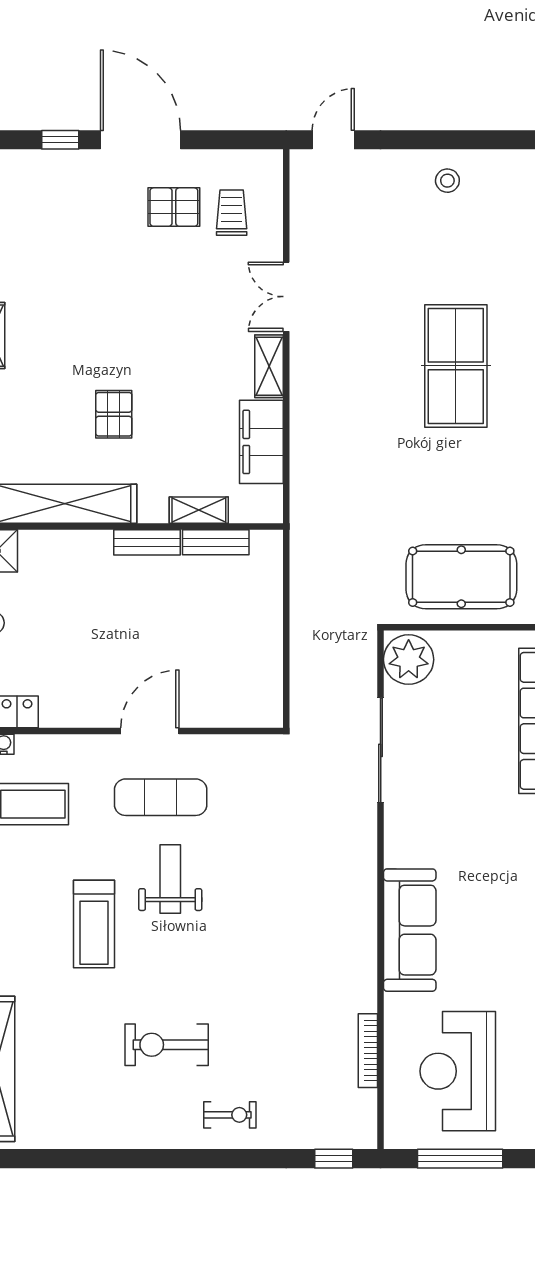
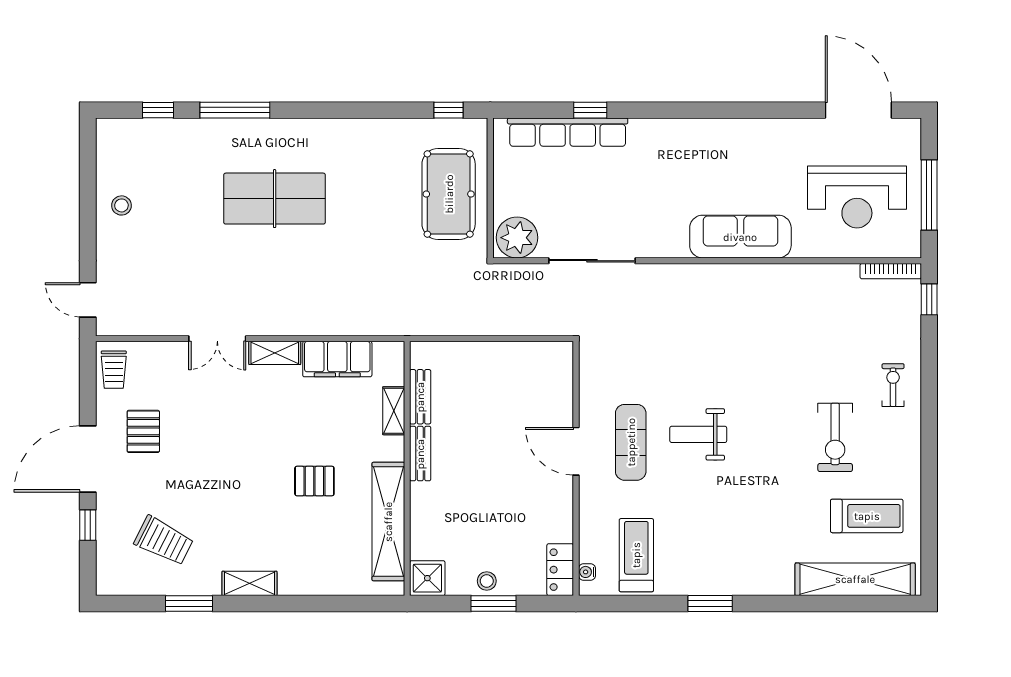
trolley: (232, 213) -> (114, 370), moved, turned -90
trolley: (41, 232) -> (164, 541), added
treadmill: (94, 924) -> (867, 516), moved
bookcase: (368, 1051) -> (891, 271), moved

